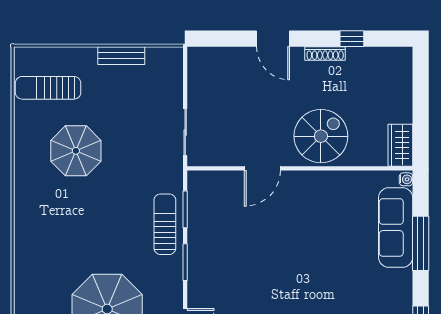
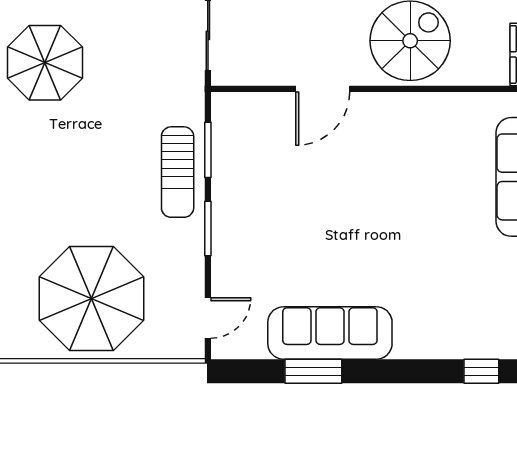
sun lounger: (165, 224) -> (178, 172), turned 180

